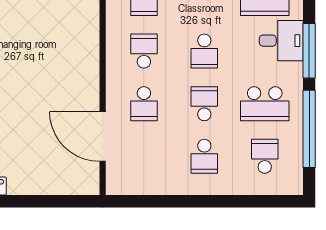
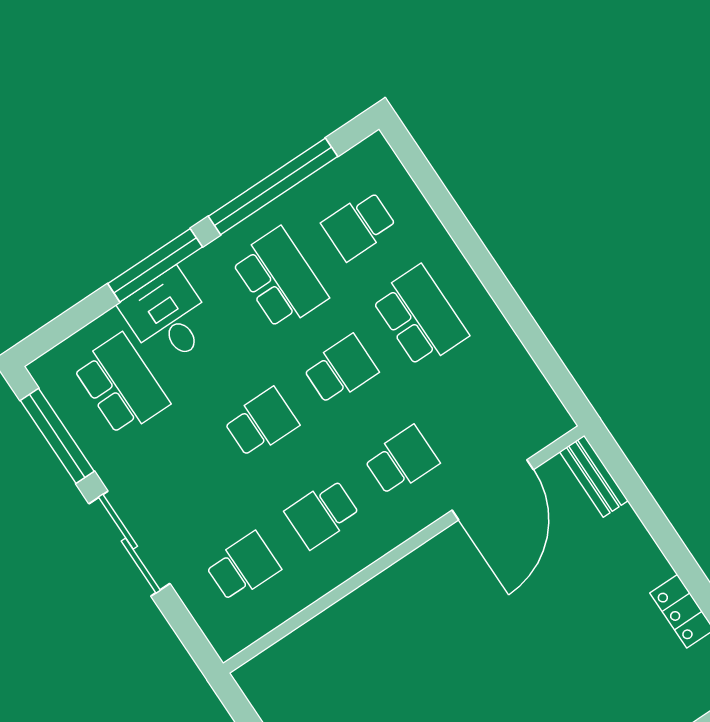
school desk: (204, 104) -> (341, 370), turned 180
school desk: (204, 156) -> (420, 317), width x1.85
bench: (78, 187) -> (594, 476), added

